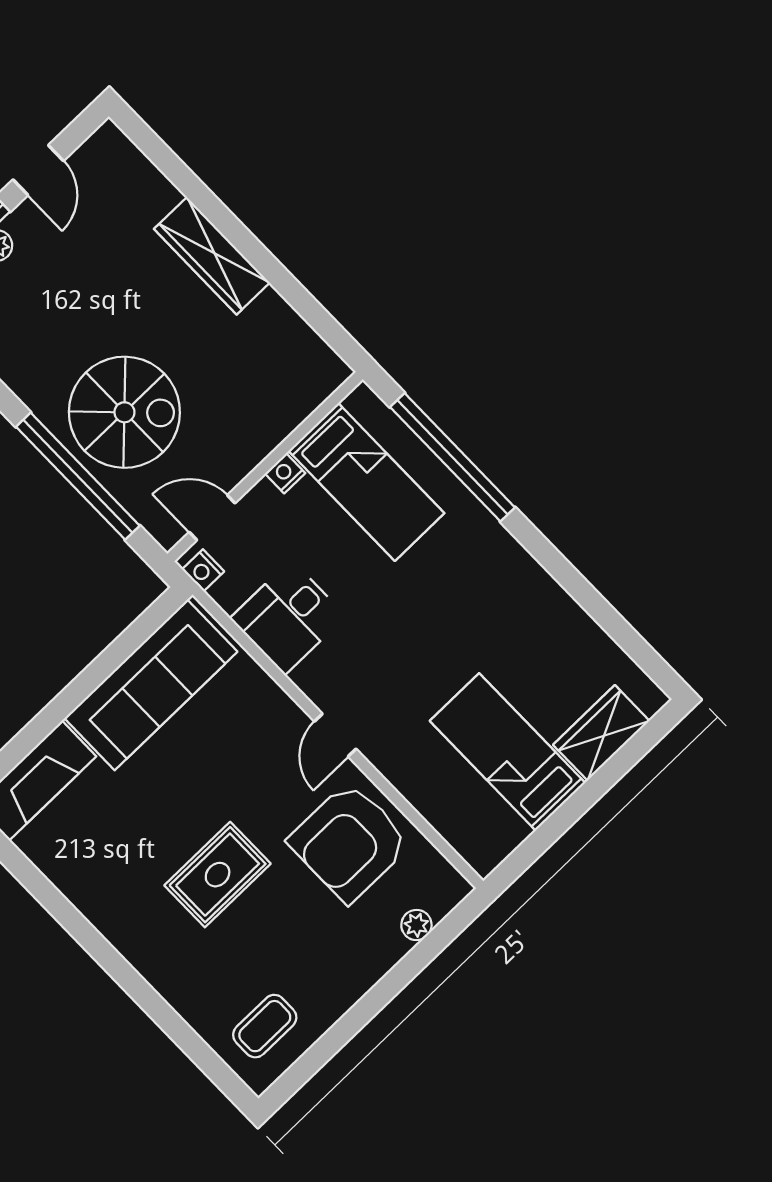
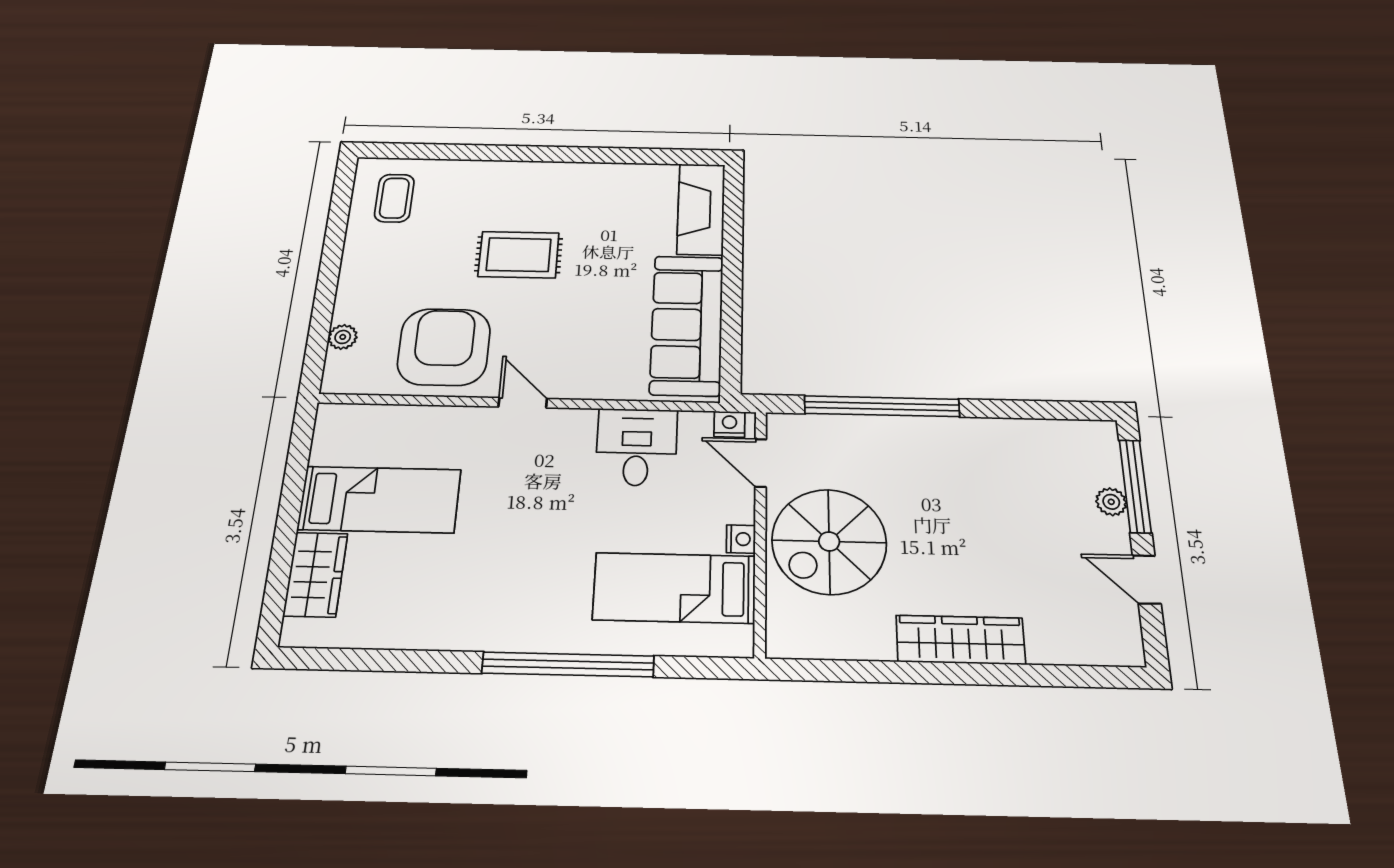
spiral stairs: (124, 412) -> (829, 541), moved
window: (452, 457) -> (568, 665), moved
door: (212, 518) -> (761, 463), swing flipped
rug: (218, 875) -> (519, 255), turned 90

